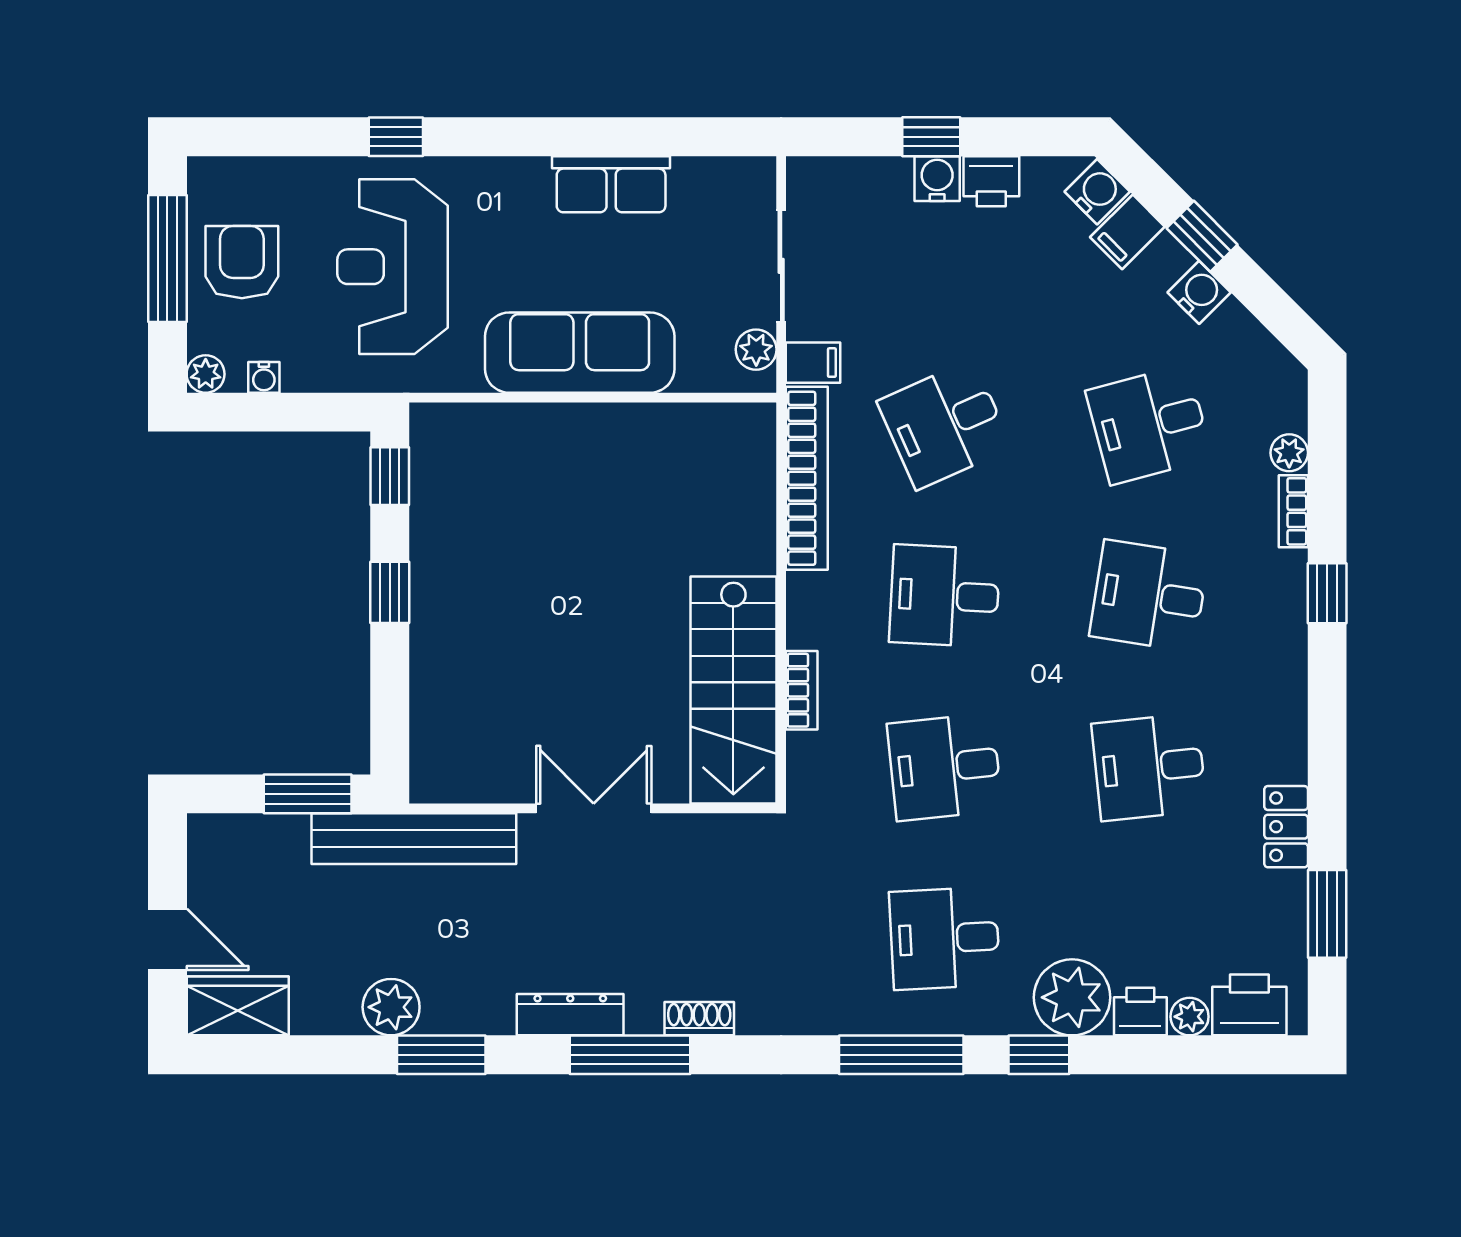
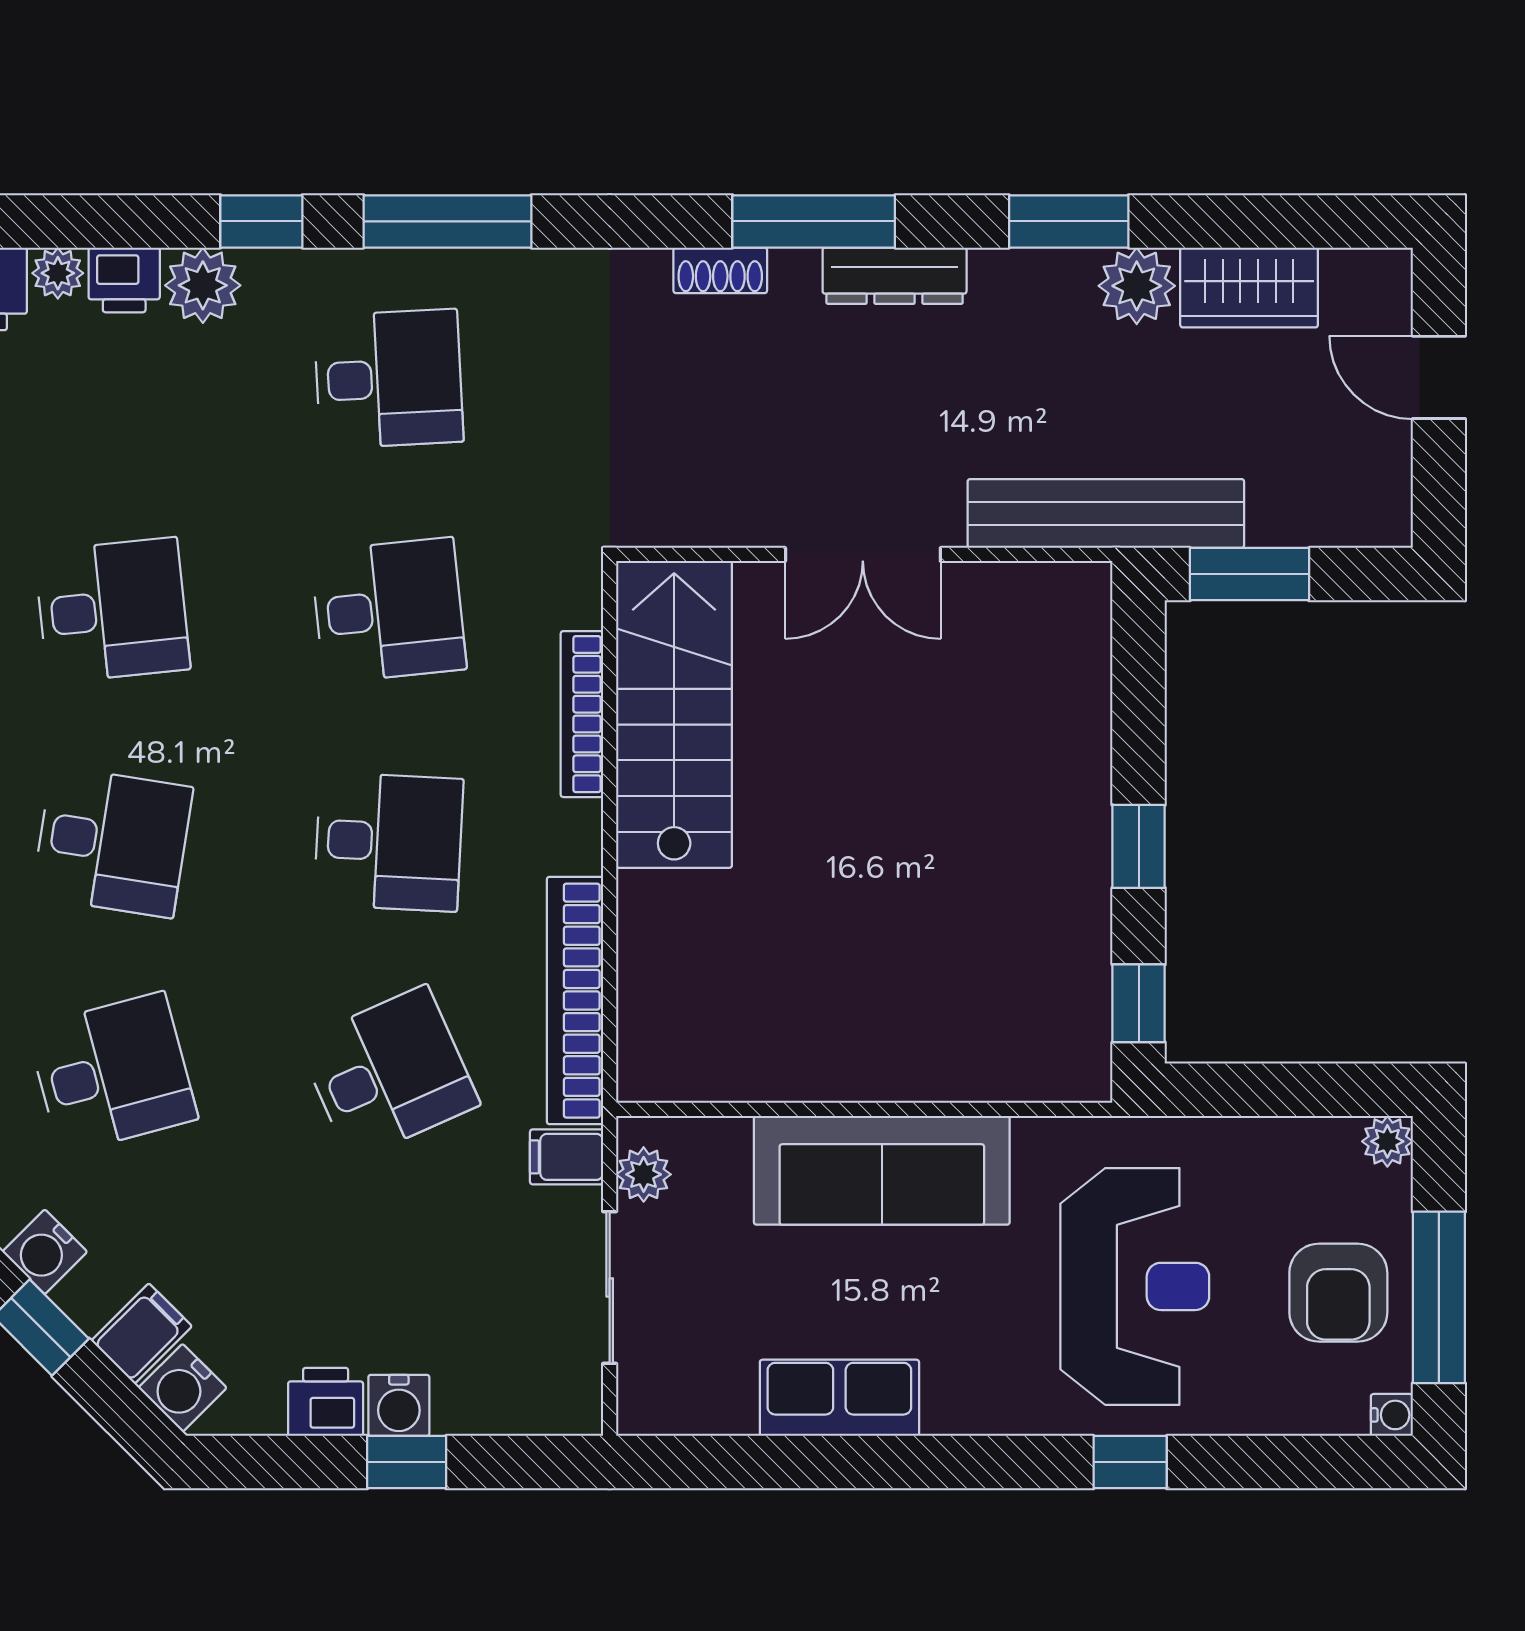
water cooler: (264, 377) -> (1392, 1415), moved, turned 90
bookcase: (802, 690) -> (582, 714), width x1.56
plant: (1072, 997) -> (203, 285), width x0.73, depth x0.73
wardrobe: (238, 1006) -> (1249, 287), moved

